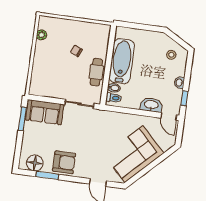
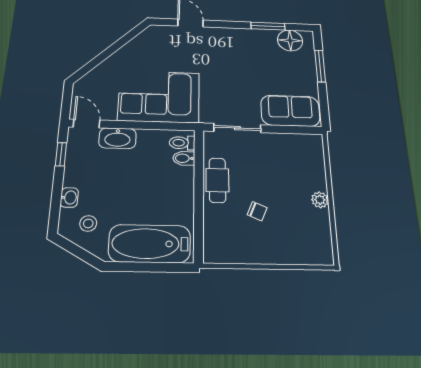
plant: (42, 35) -> (320, 200), moved
bathtub: (122, 61) -> (150, 244), moved, turned 90
washbasin: (179, 83) -> (69, 197), moved
window: (22, 119) -> (320, 66), moved
corner sofa: (134, 154) -> (159, 97), moved, turned -135
armchair: (64, 162) -> (246, 45), removed

